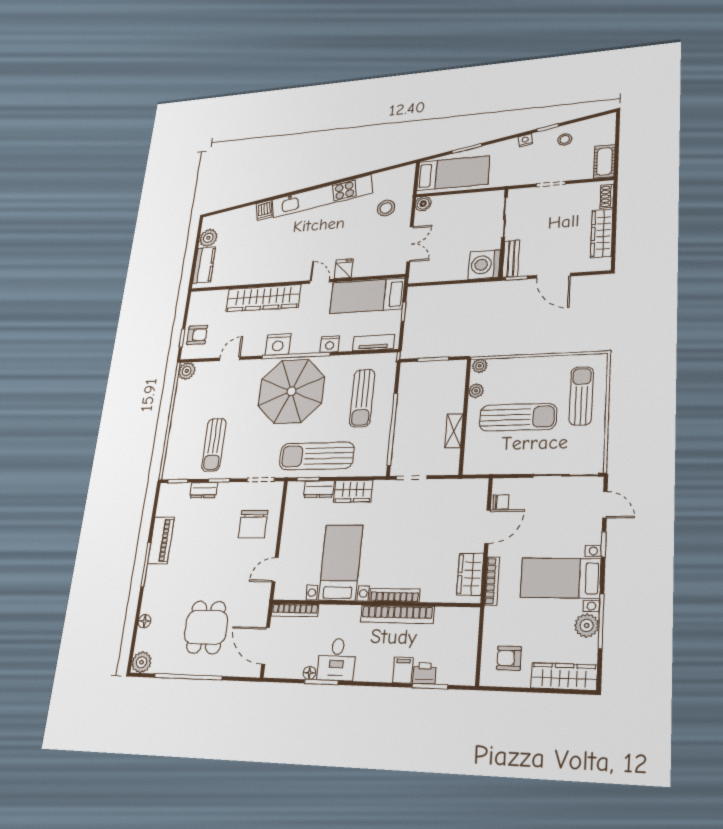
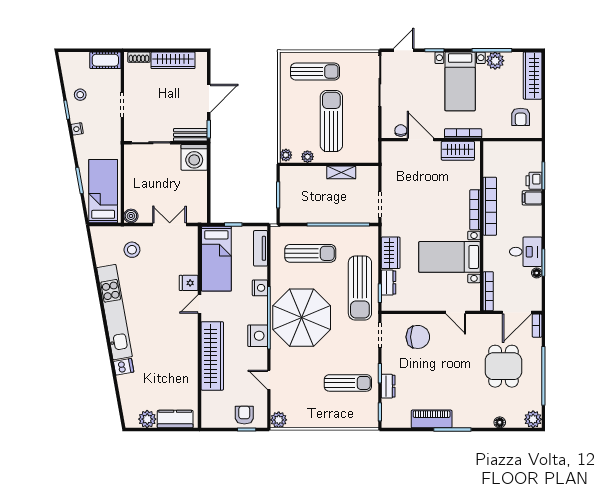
sun lounger: (581, 396) -> (315, 72), turned 180
dining table: (206, 627) -> (503, 366), turned 90
bookcase: (247, 671) -> (537, 326), added

